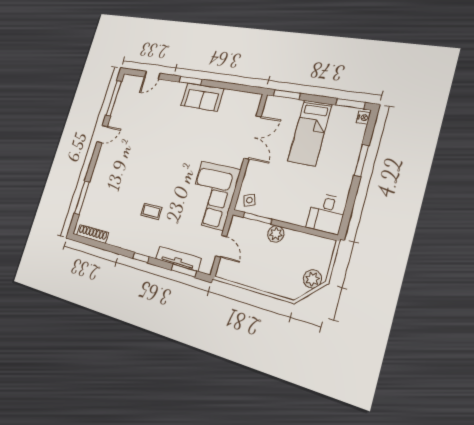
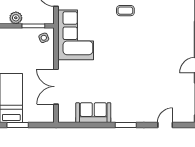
window: (287, 95) -> (18, 125), moved
sofa: (202, 97) -> (93, 113), moved

